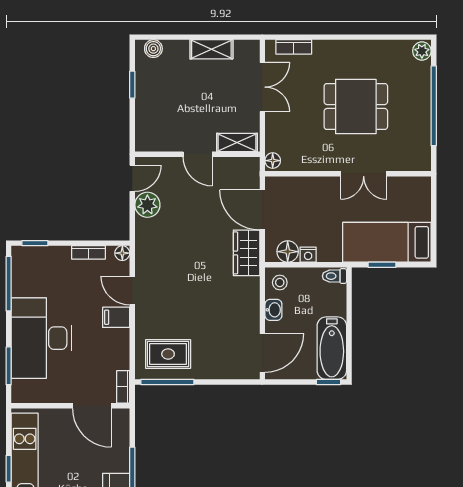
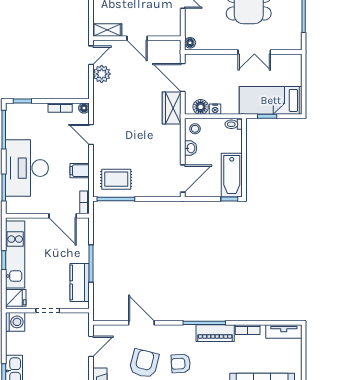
shelving: (237, 142) -> (107, 30), moved
filing cabinet: (116, 317) -> (80, 171), moved

